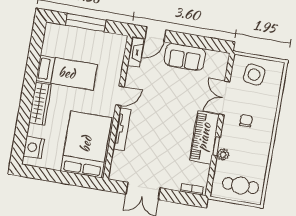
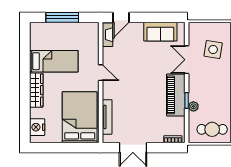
sofa: (185, 57) -> (160, 32), moved
side table: (254, 75) -> (213, 49), moved
door: (120, 96) -> (101, 73), hinge flipped
chair: (246, 121) -> (208, 75), removed
tv unit: (122, 129) -> (107, 117), moved

